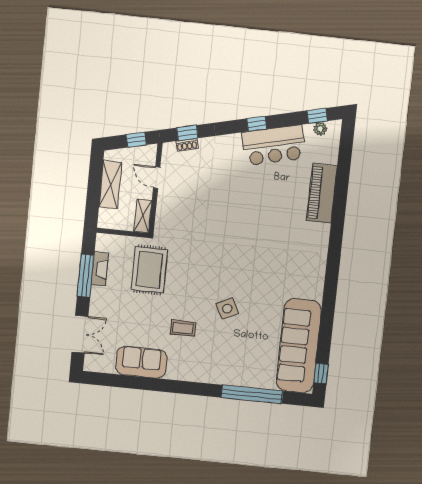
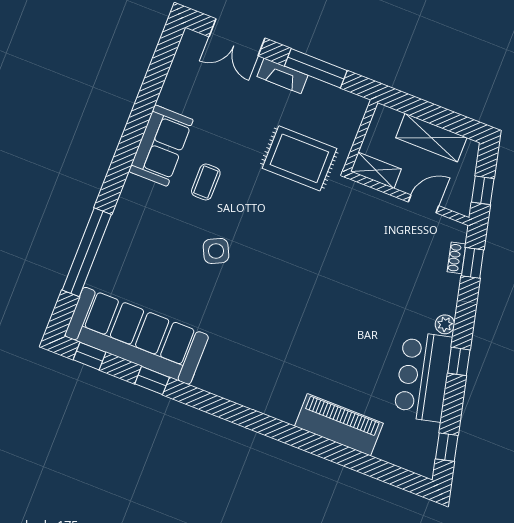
plant: (320, 129) -> (445, 324), moved
fireplace: (100, 269) -> (282, 76), moved
window: (326, 327) -> (152, 381), added
sofa: (141, 362) -> (161, 146), moved

